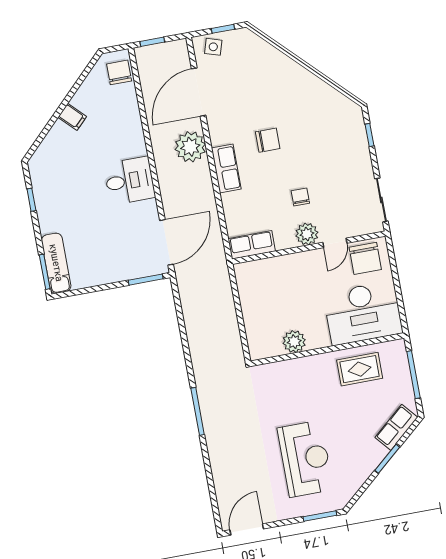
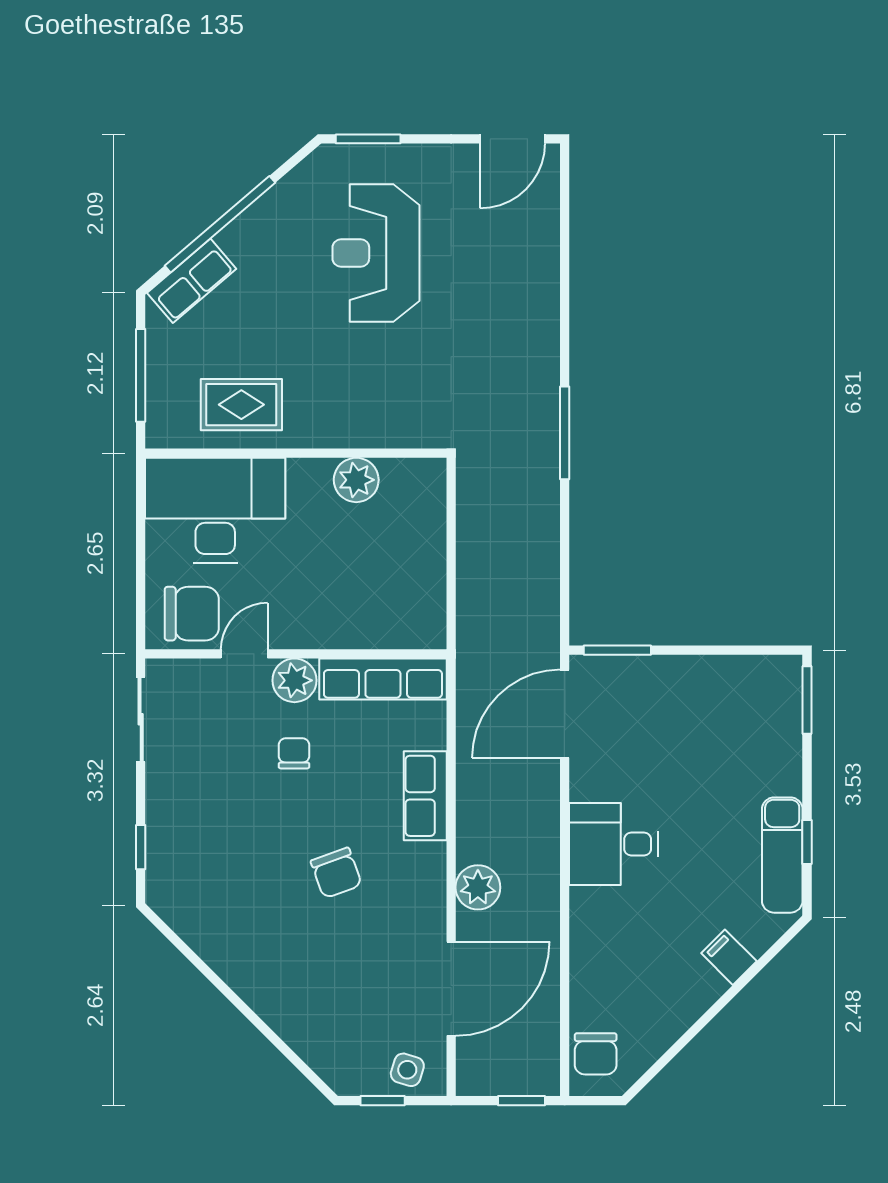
filing cabinet: (72, 117) -> (729, 957), moved
chair: (268, 140) -> (336, 873), turned -110
plant: (190, 147) -> (478, 887), width x0.73, depth x0.73
row of seats: (226, 169) -> (425, 796), moved
chair: (300, 197) -> (294, 753), turned 180
row of seats: (252, 245) -> (383, 679), width x1.48
chair: (365, 258) -> (192, 614), turned 90
exam couch: (56, 263) -> (782, 855), moved
window: (198, 411) -> (565, 433), moved
window: (387, 459) -> (220, 224), width x2.11

